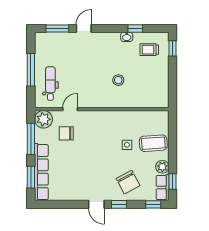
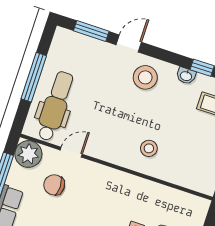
stool: (101, 46) -> (145, 77), added
stool: (118, 80) -> (149, 148), moved
dental chair: (50, 83) -> (55, 106), width x1.36, depth x1.38

